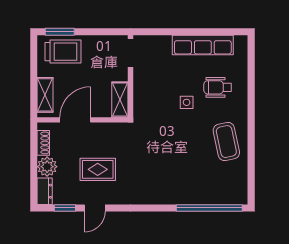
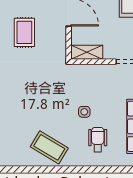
coffee table: (226, 142) -> (49, 147), turned 43

